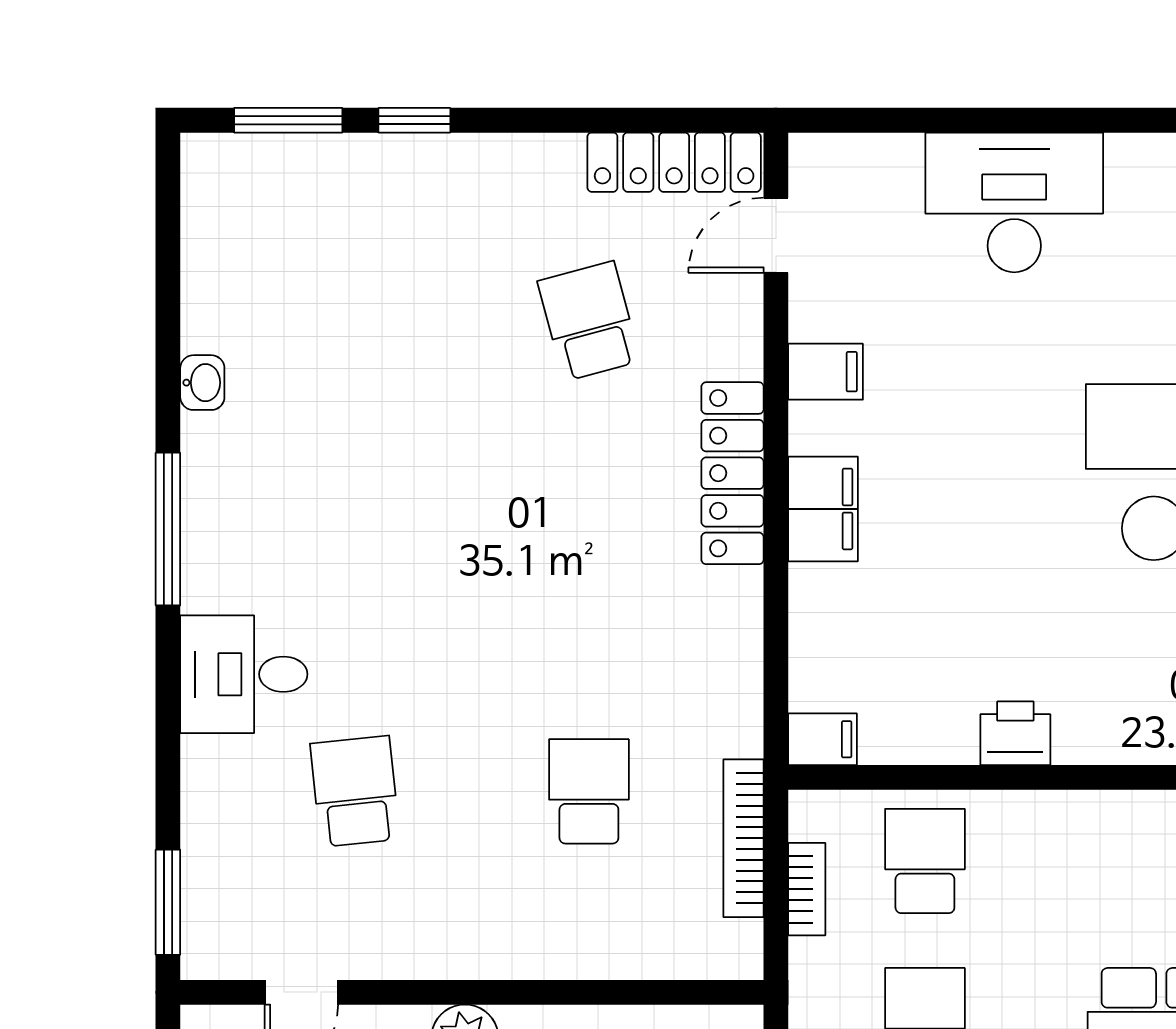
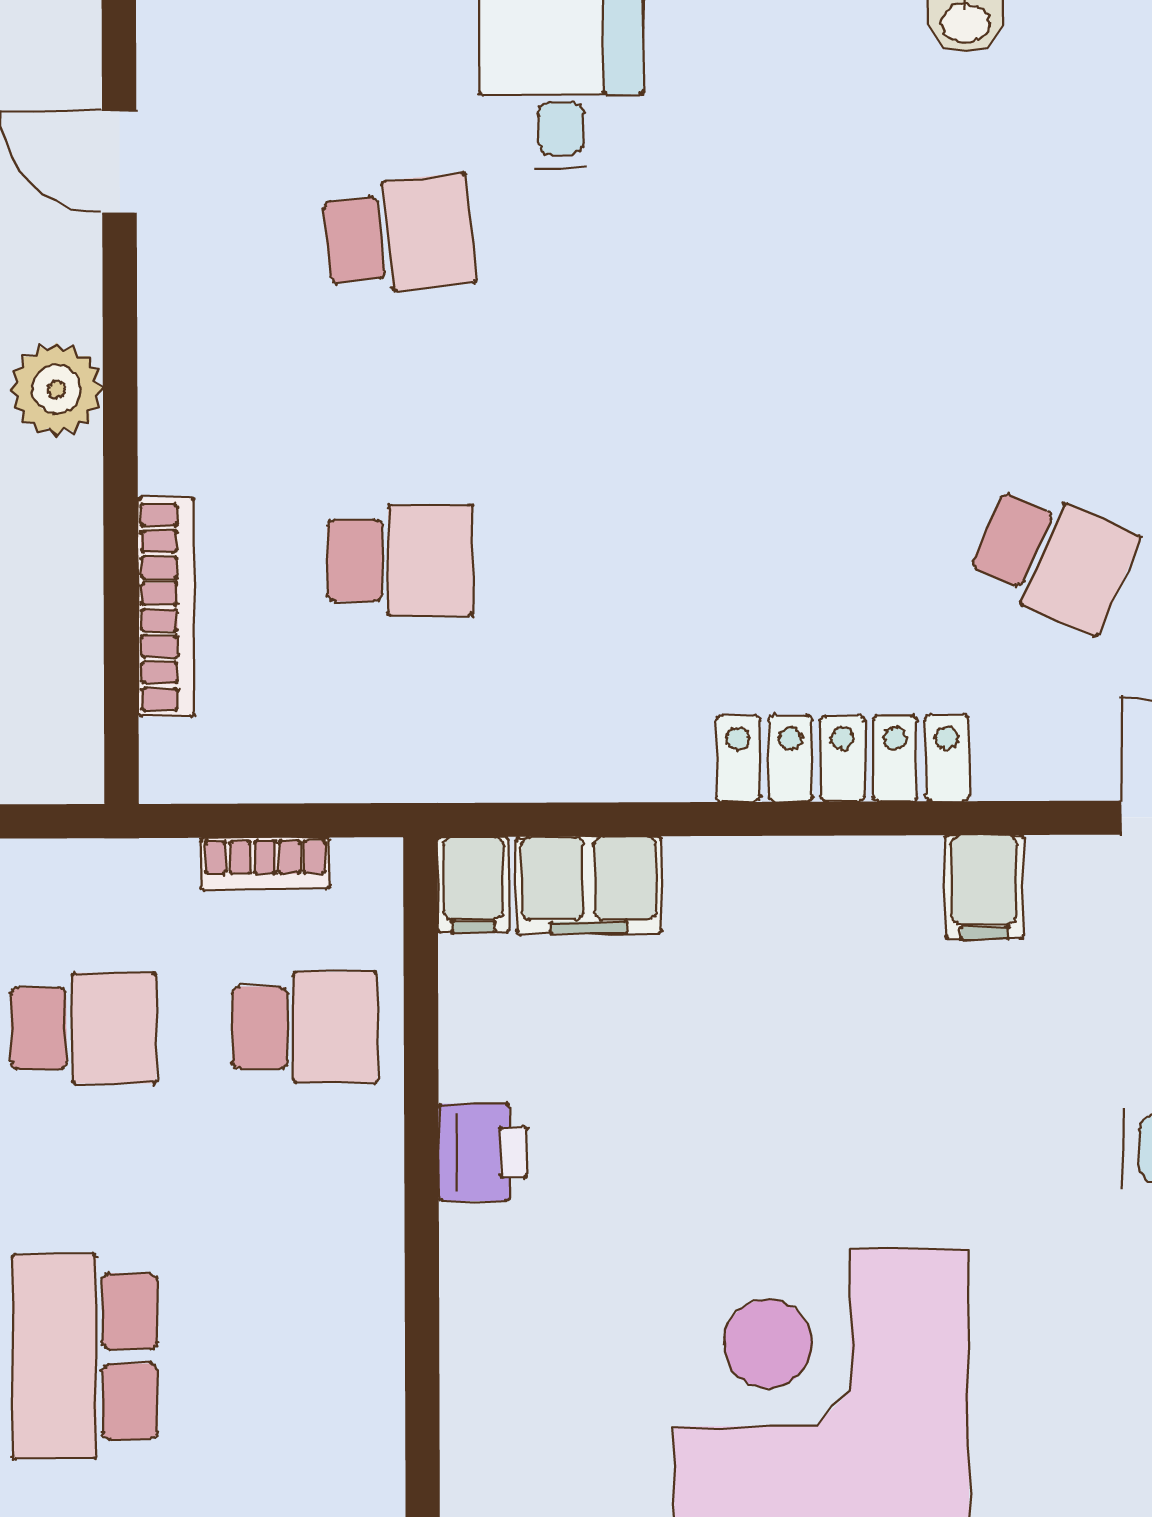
school desk: (589, 321) -> (1053, 558), turned 39
filing cabinet: (823, 509) -> (589, 885), moved
bookcase: (743, 838) -> (166, 607), moved, turned 90

